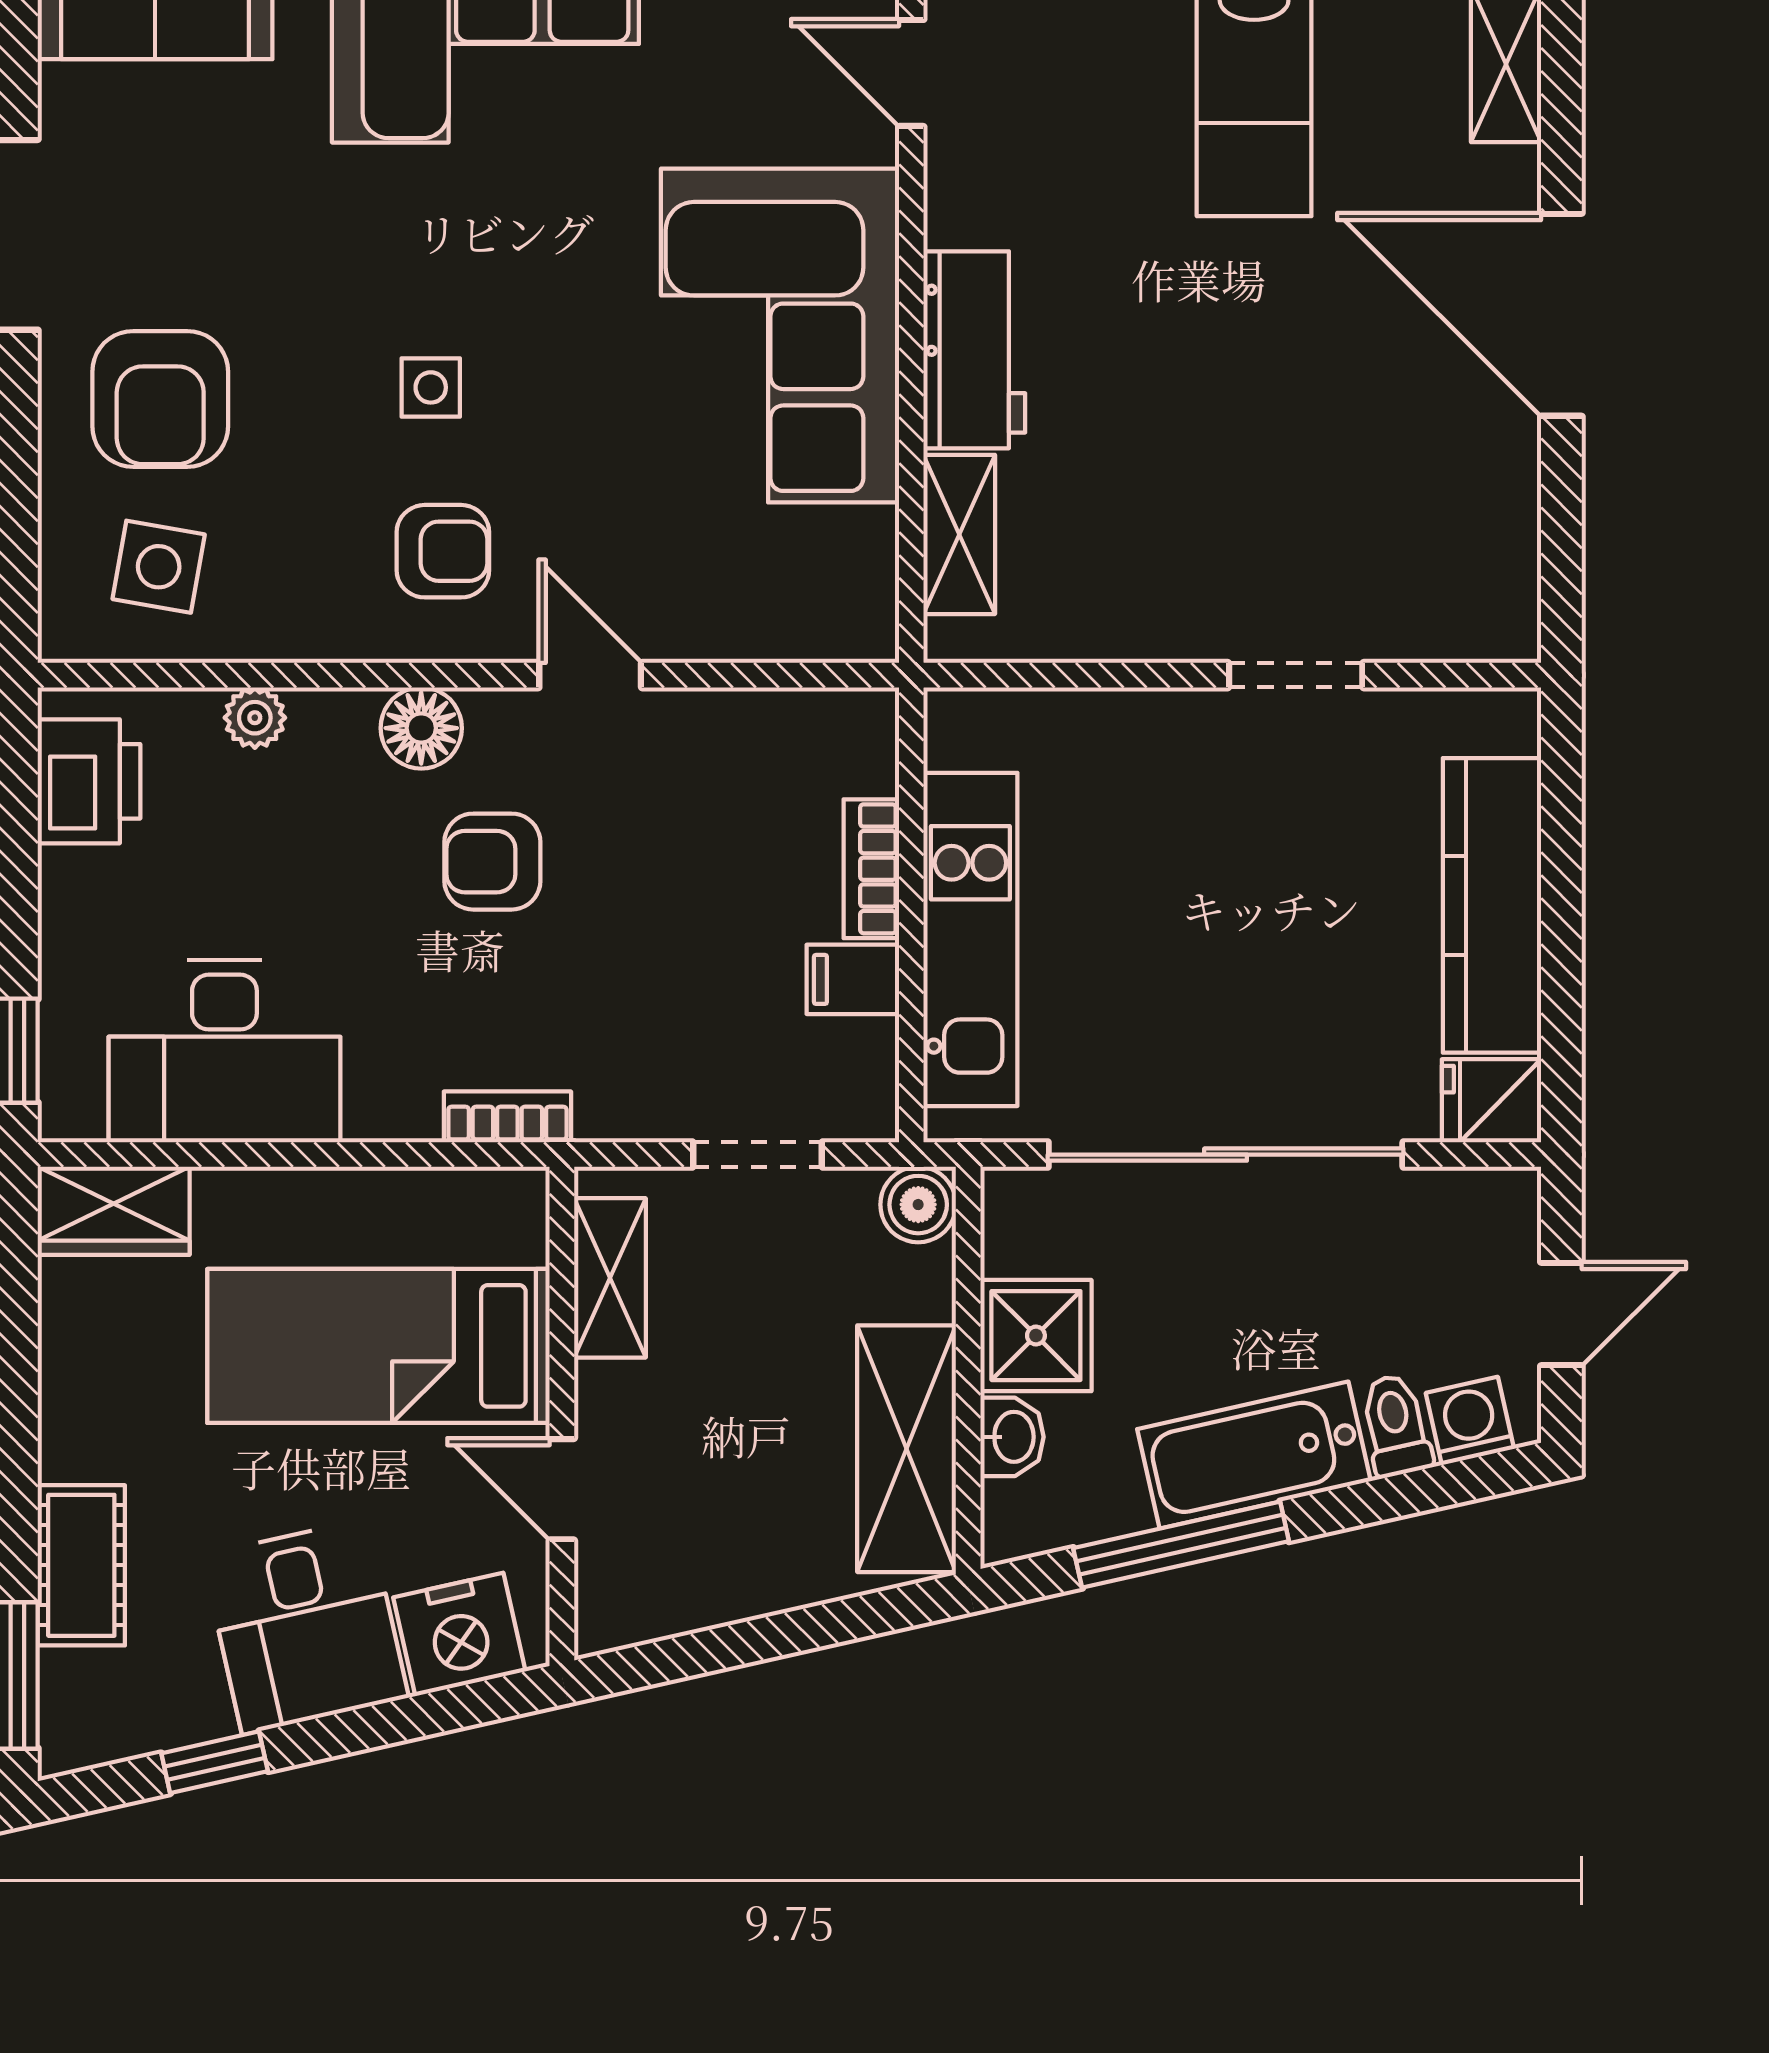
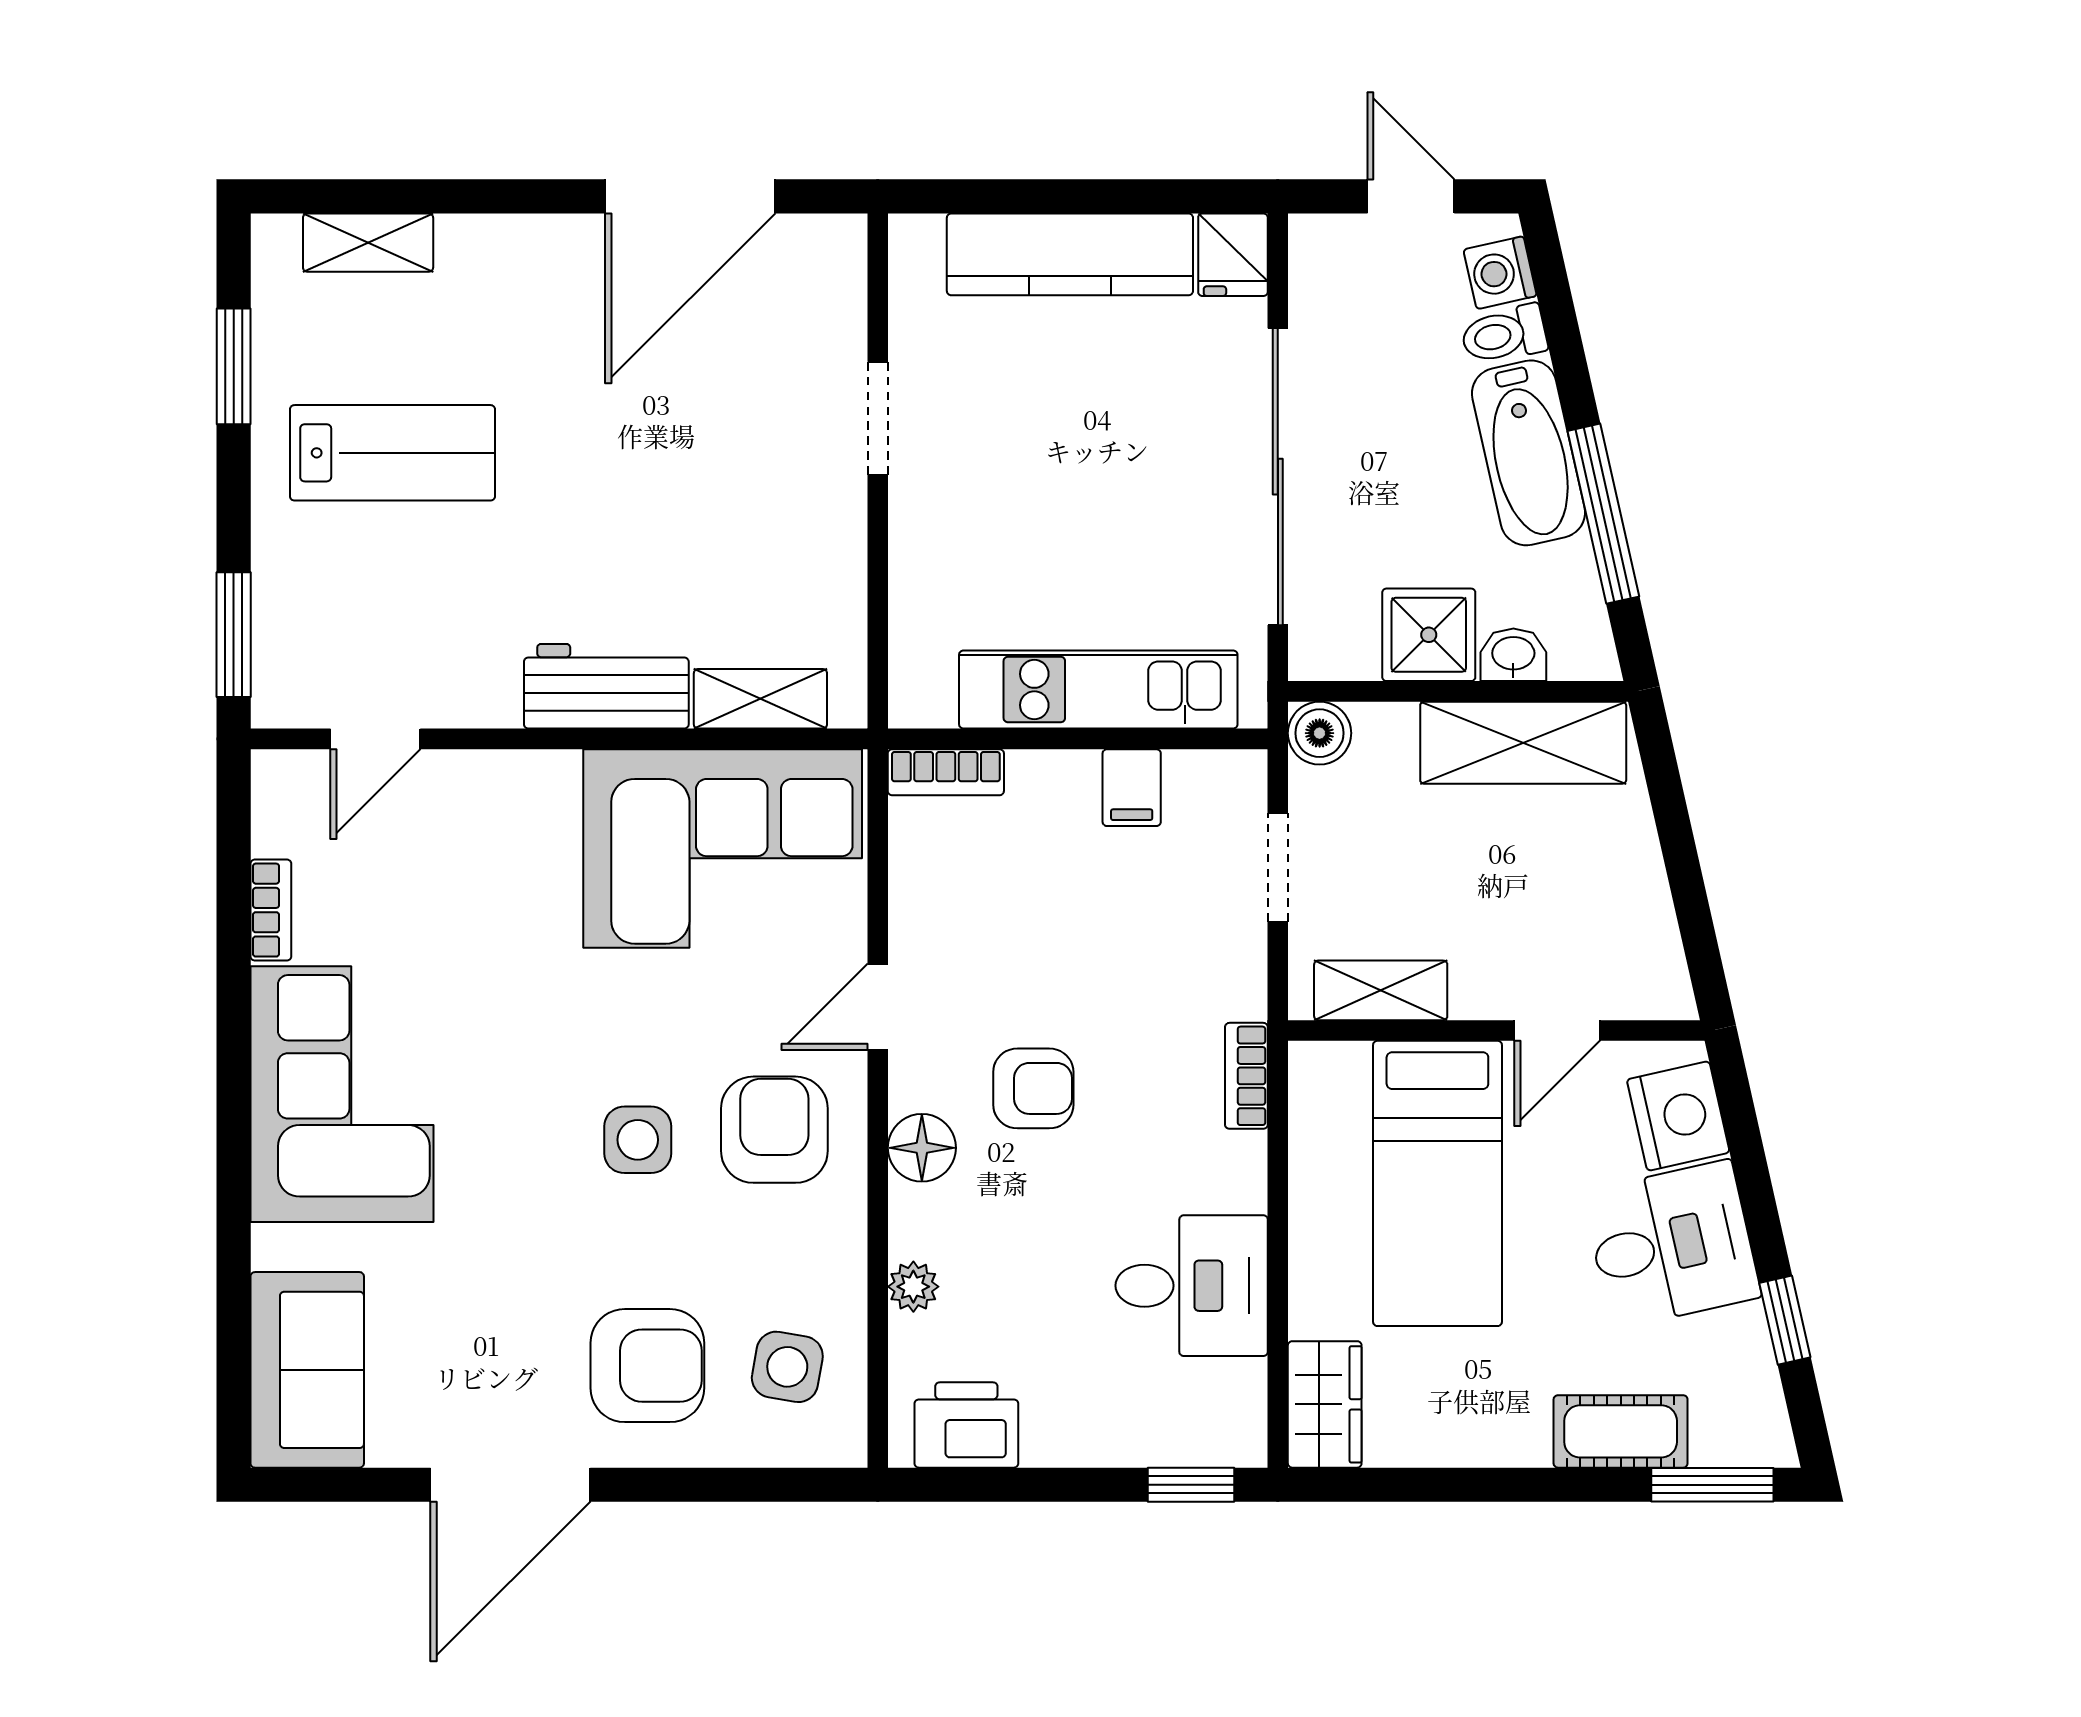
door: (1561, 315) -> (690, 196), moved
corner sofa: (780, 336) -> (723, 848), moved
side table: (431, 387) -> (638, 1140), width x1.37, depth x1.37
armchair: (443, 551) -> (774, 1130), width x1.38, depth x1.38
armchair: (492, 862) -> (1033, 1088), turned -90
bookcase: (871, 869) -> (946, 772), moved
desk: (224, 1051) -> (1192, 1286), width x0.73

